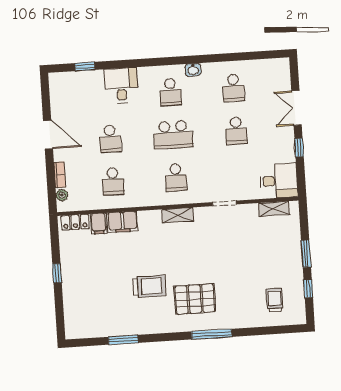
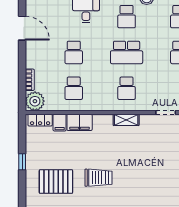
door: (48, 135) -> (22, 28), moved
plant: (62, 195) -> (35, 101), width x1.88, depth x1.88
pallet: (195, 299) -> (56, 182), moved

